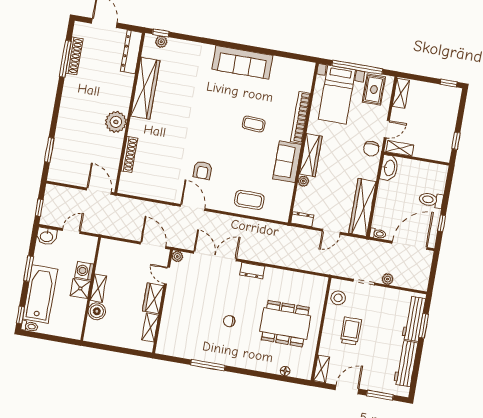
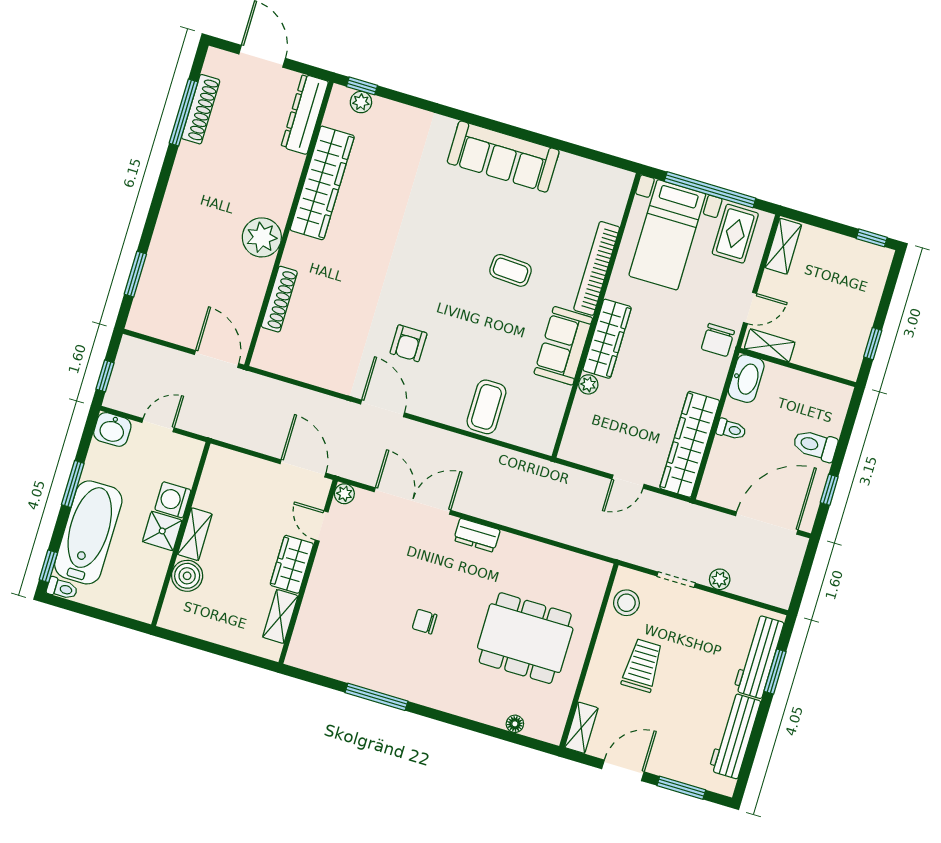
coffee table: (249, 200) -> (486, 407), turned 90
dresser: (302, 219) -> (578, 453), removed
toilet: (378, 234) -> (731, 429), moved

